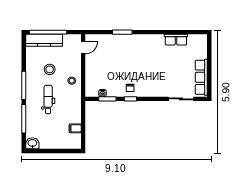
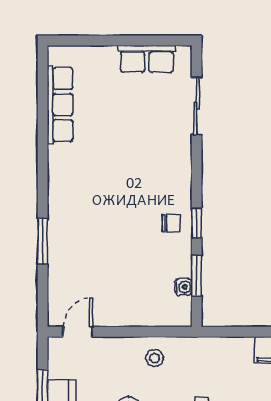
row of seats: (176, 40) -> (60, 105), width x1.48
door: (83, 47) -> (78, 332), hinge flipped
row of seats: (201, 77) -> (147, 59), width x0.68

